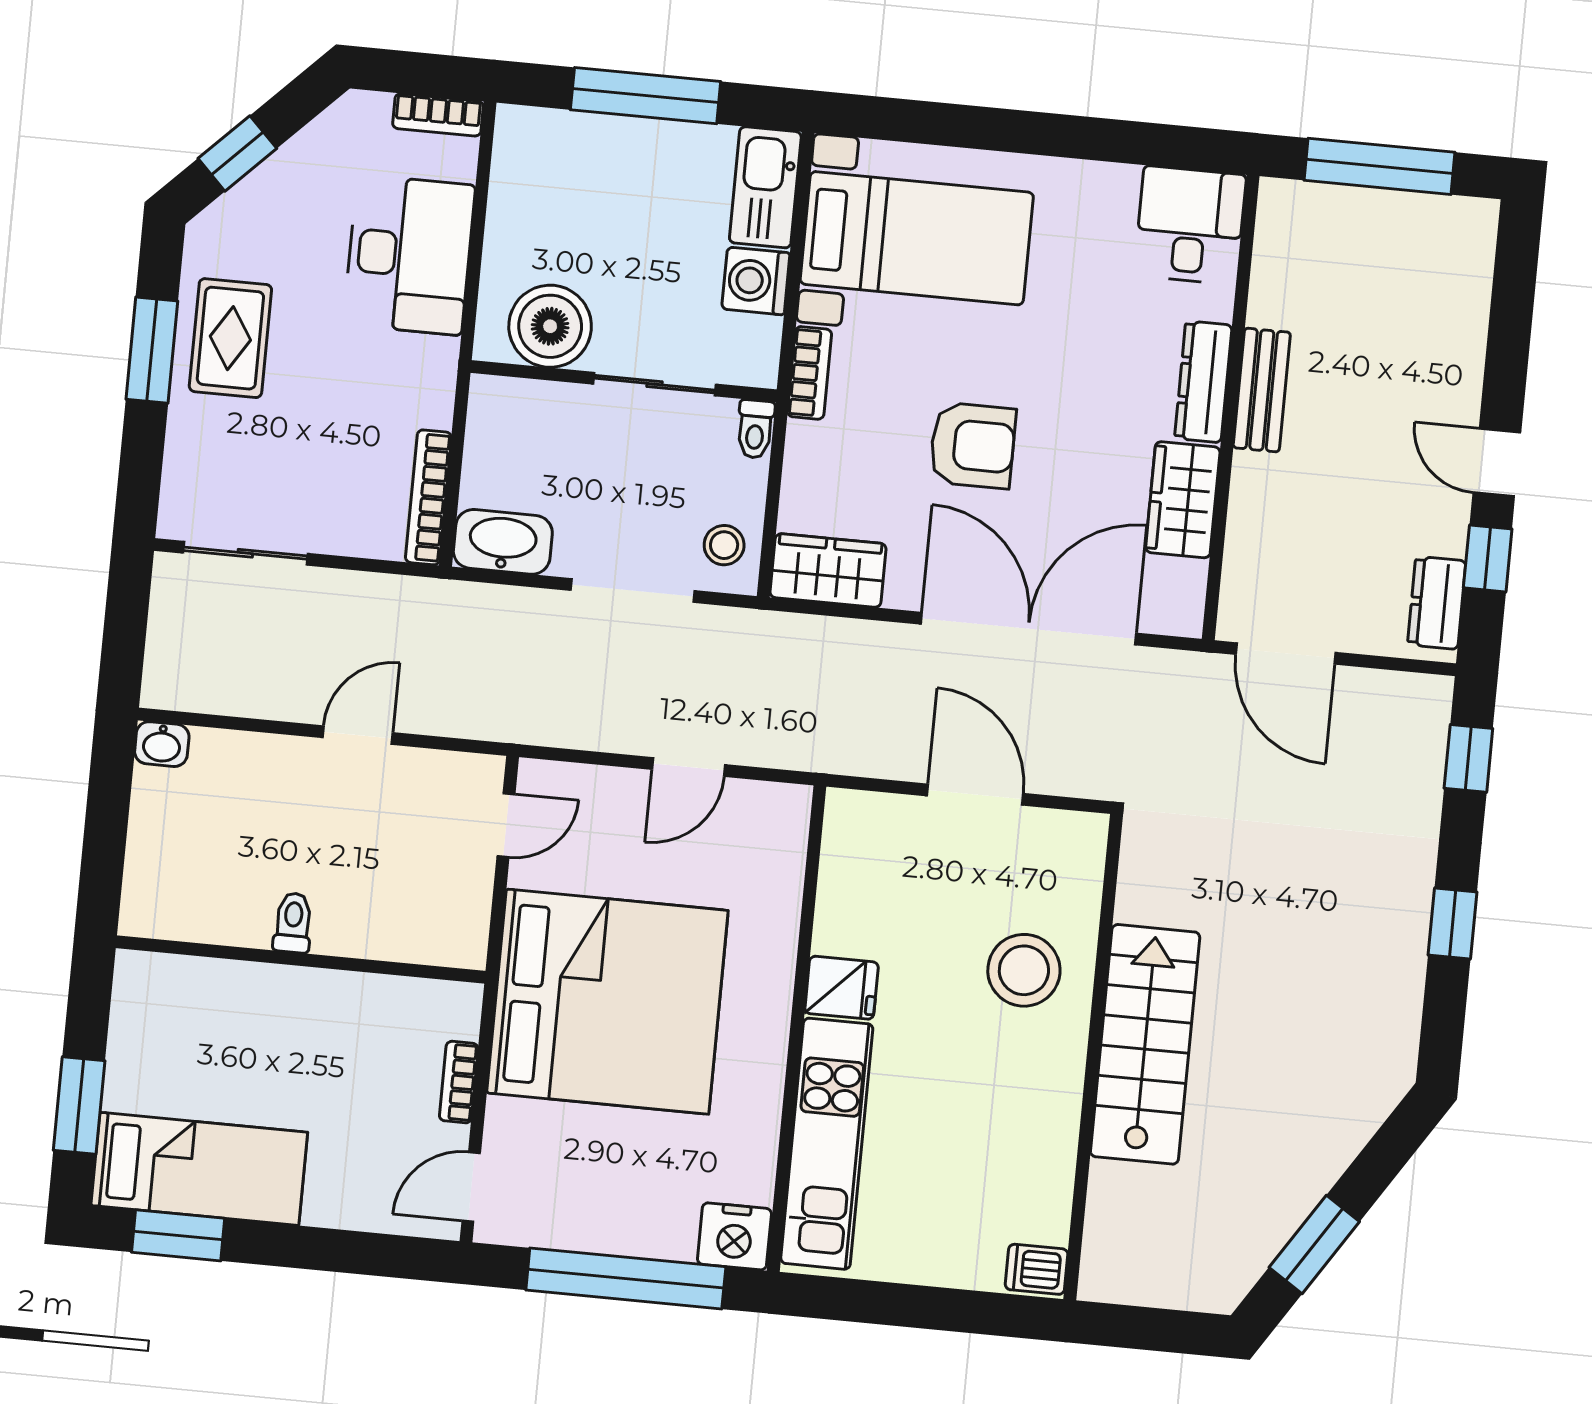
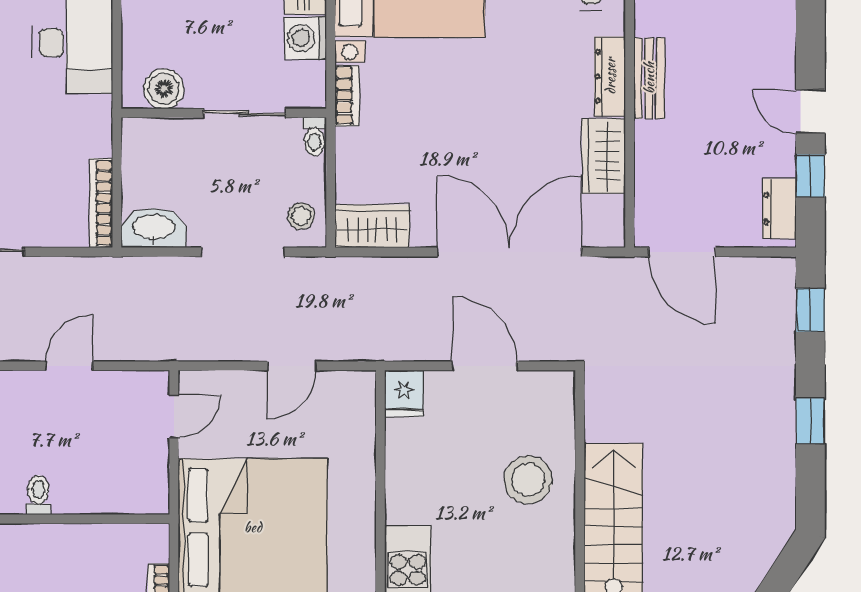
boiler: (550, 326) -> (164, 89), width x0.73, depth x0.73
armchair: (973, 445) -> (460, 134), removed
fridge: (842, 988) -> (404, 393), moved, turned 90

